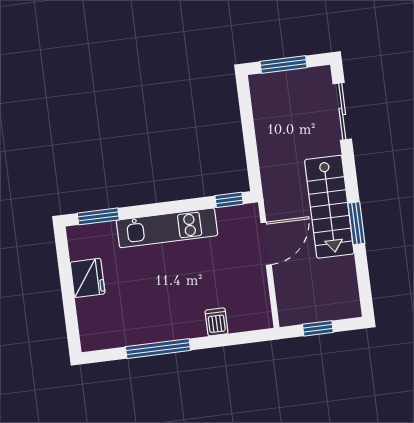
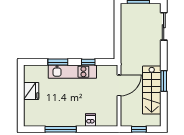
window: (229, 200) -> (88, 62), moved
stairs: (329, 207) -> (152, 90), moved
window: (98, 216) -> (58, 62), moved

